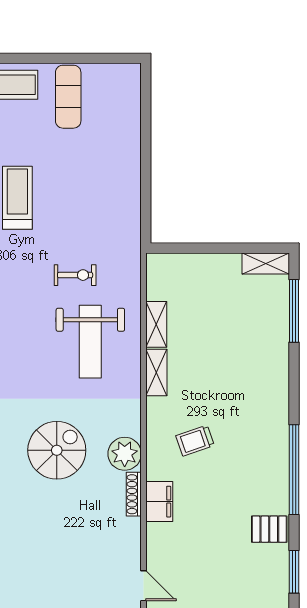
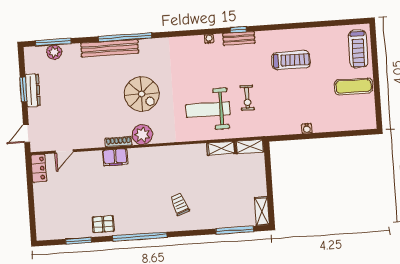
water cooler: (133, 179) -> (307, 128), added
shelving: (156, 373) -> (250, 146), moved
trolley: (195, 441) -> (180, 204), moved
pallet: (269, 529) -> (103, 224), turned 90

